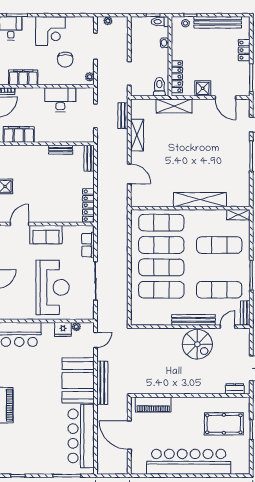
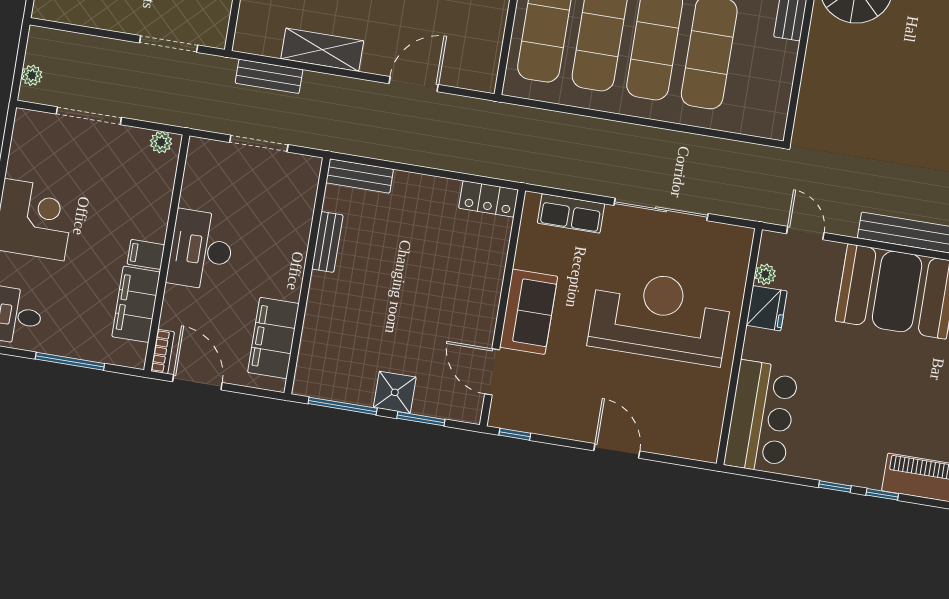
chair: (65, 60) -> (109, 195), removed
filing cabinet: (44, 78) -> (146, 254), added
desk: (60, 100) -> (201, 250), moved
locker: (88, 205) -> (489, 199), width x0.66

